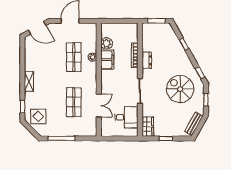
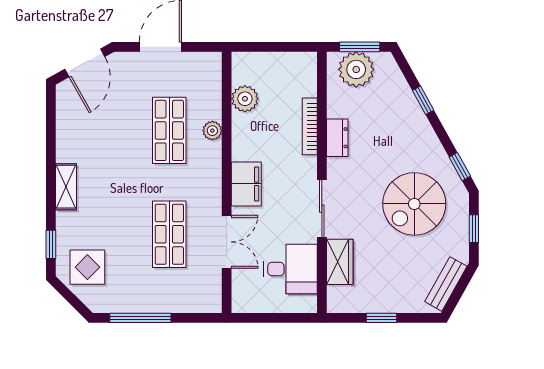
door: (37, 28) -> (85, 63), hinge flipped
plant: (155, 31) -> (356, 69), added
filing cabinet: (107, 60) -> (246, 184), moved
spiral stairs: (180, 89) -> (414, 204), turned -90
wardrobe: (148, 127) -> (340, 262), moved

